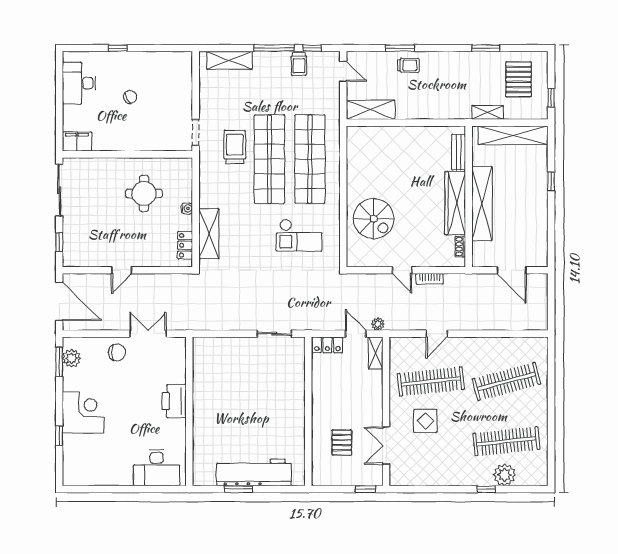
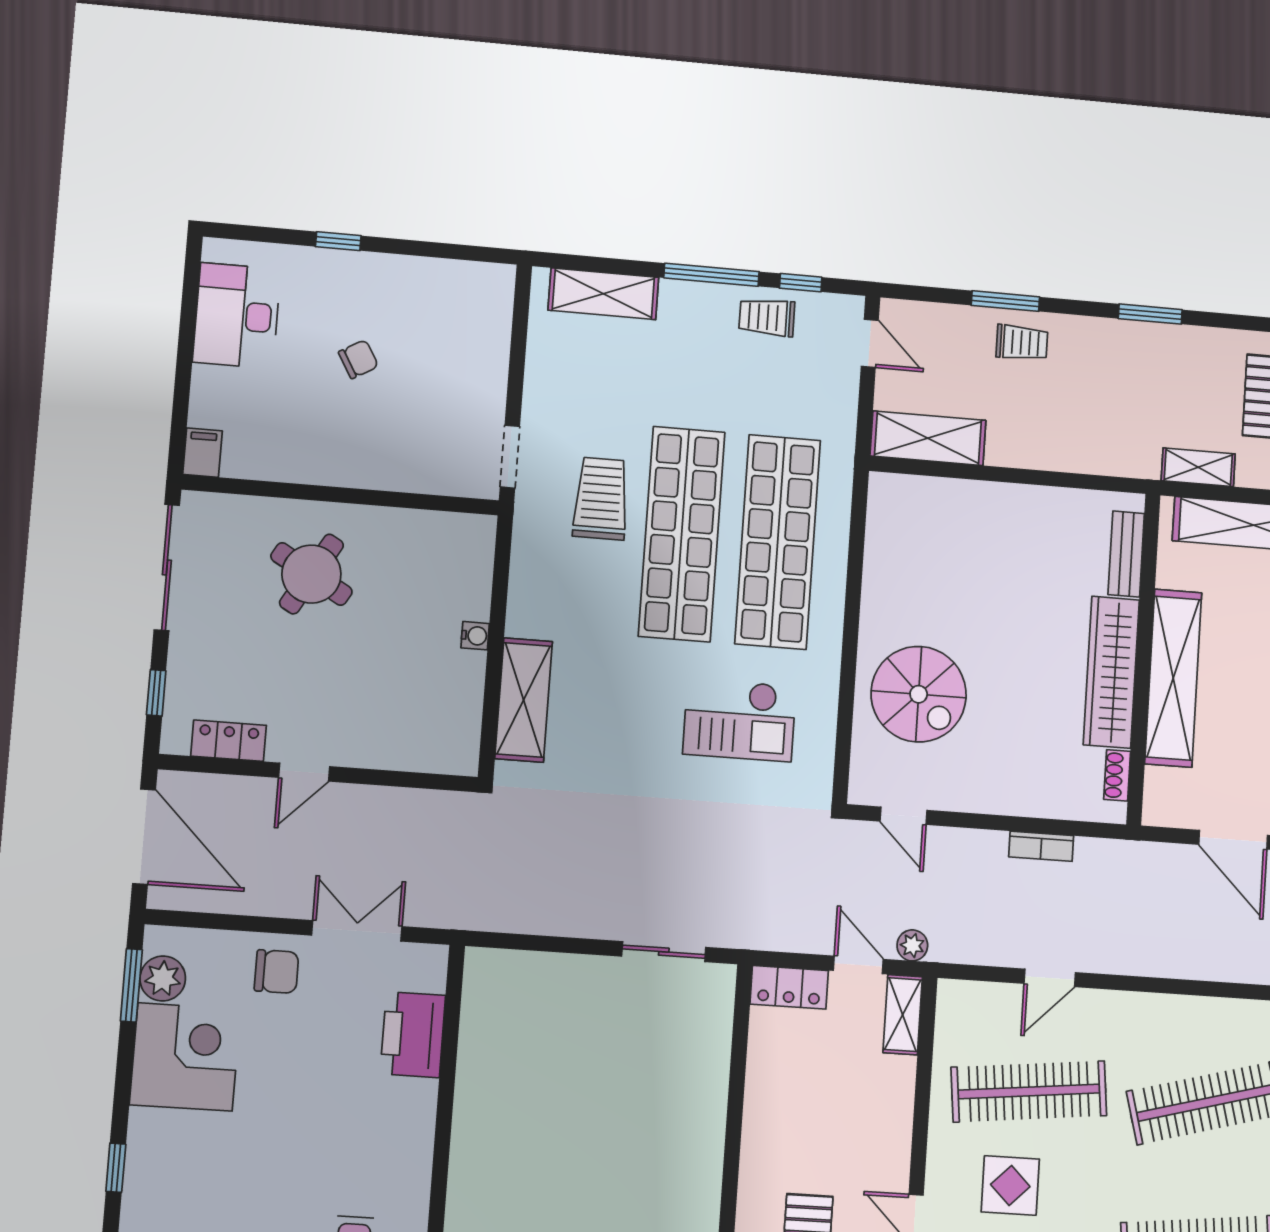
window: (486, 48) -> (1150, 314), moved
trolley: (299, 64) -> (767, 317), turned 90
filing cabinet: (77, 141) -> (203, 453), width x0.50
round table: (144, 194) -> (311, 574), moved, turned 30
locker: (185, 245) -> (229, 741), moved, turned 90
door: (402, 270) -> (903, 816), moved
printer: (174, 401) -> (413, 1035), moved
corner desk: (83, 413) -> (185, 1057), moved

